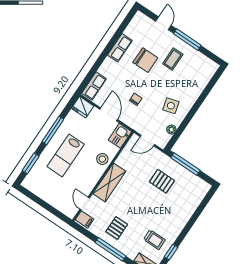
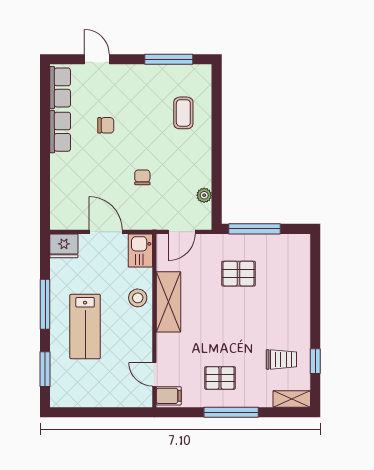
window: (187, 40) -> (169, 59), moved
coffee table: (173, 59) -> (183, 113), moved
chair: (145, 60) -> (106, 125), width x0.54, depth x0.54
row of seats: (94, 86) -> (60, 88), moved
chair: (136, 99) -> (142, 177), moved
side table: (171, 106) -> (182, 164), removed
shelving: (109, 182) -> (169, 302), moved
pallet: (117, 228) -> (220, 378), turned 90

